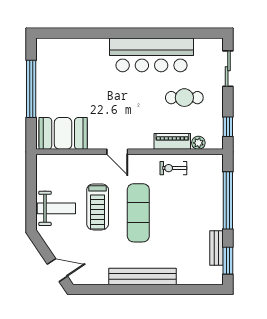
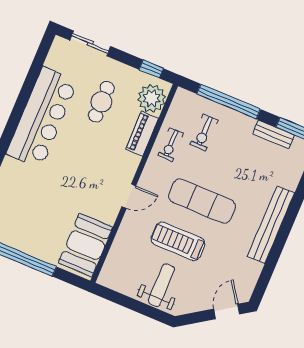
plant: (198, 143) -> (152, 98), width x1.87, depth x1.87
exercise bike: (195, 191) -> (204, 132), added
treadmill: (98, 207) -> (178, 241), turned 180

